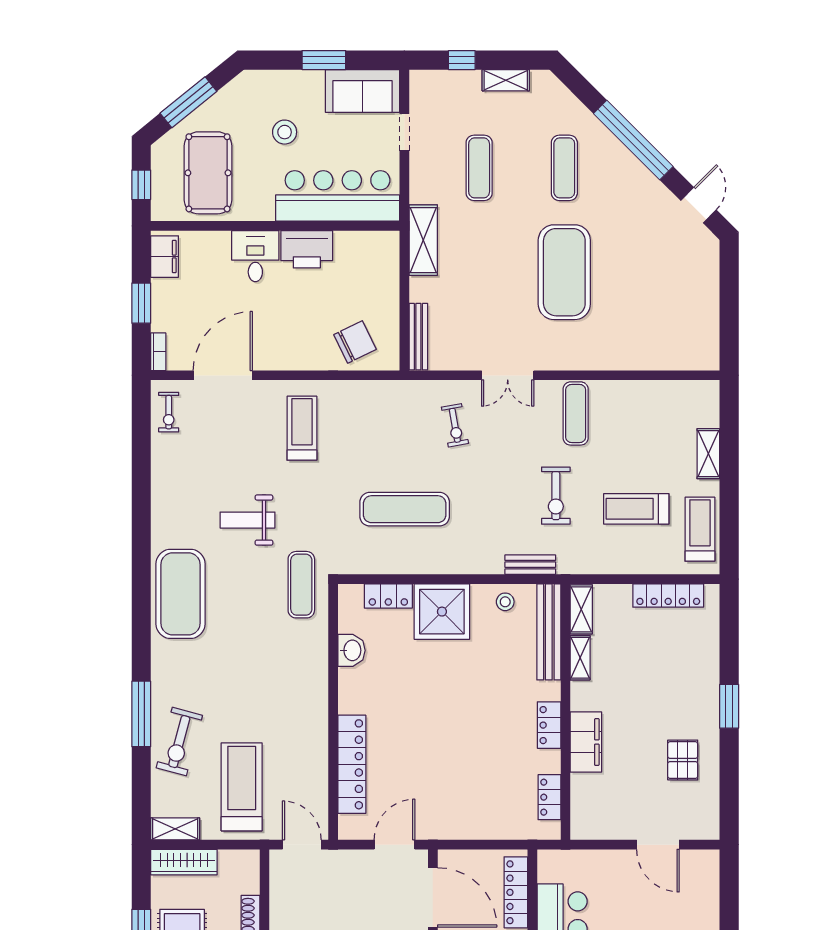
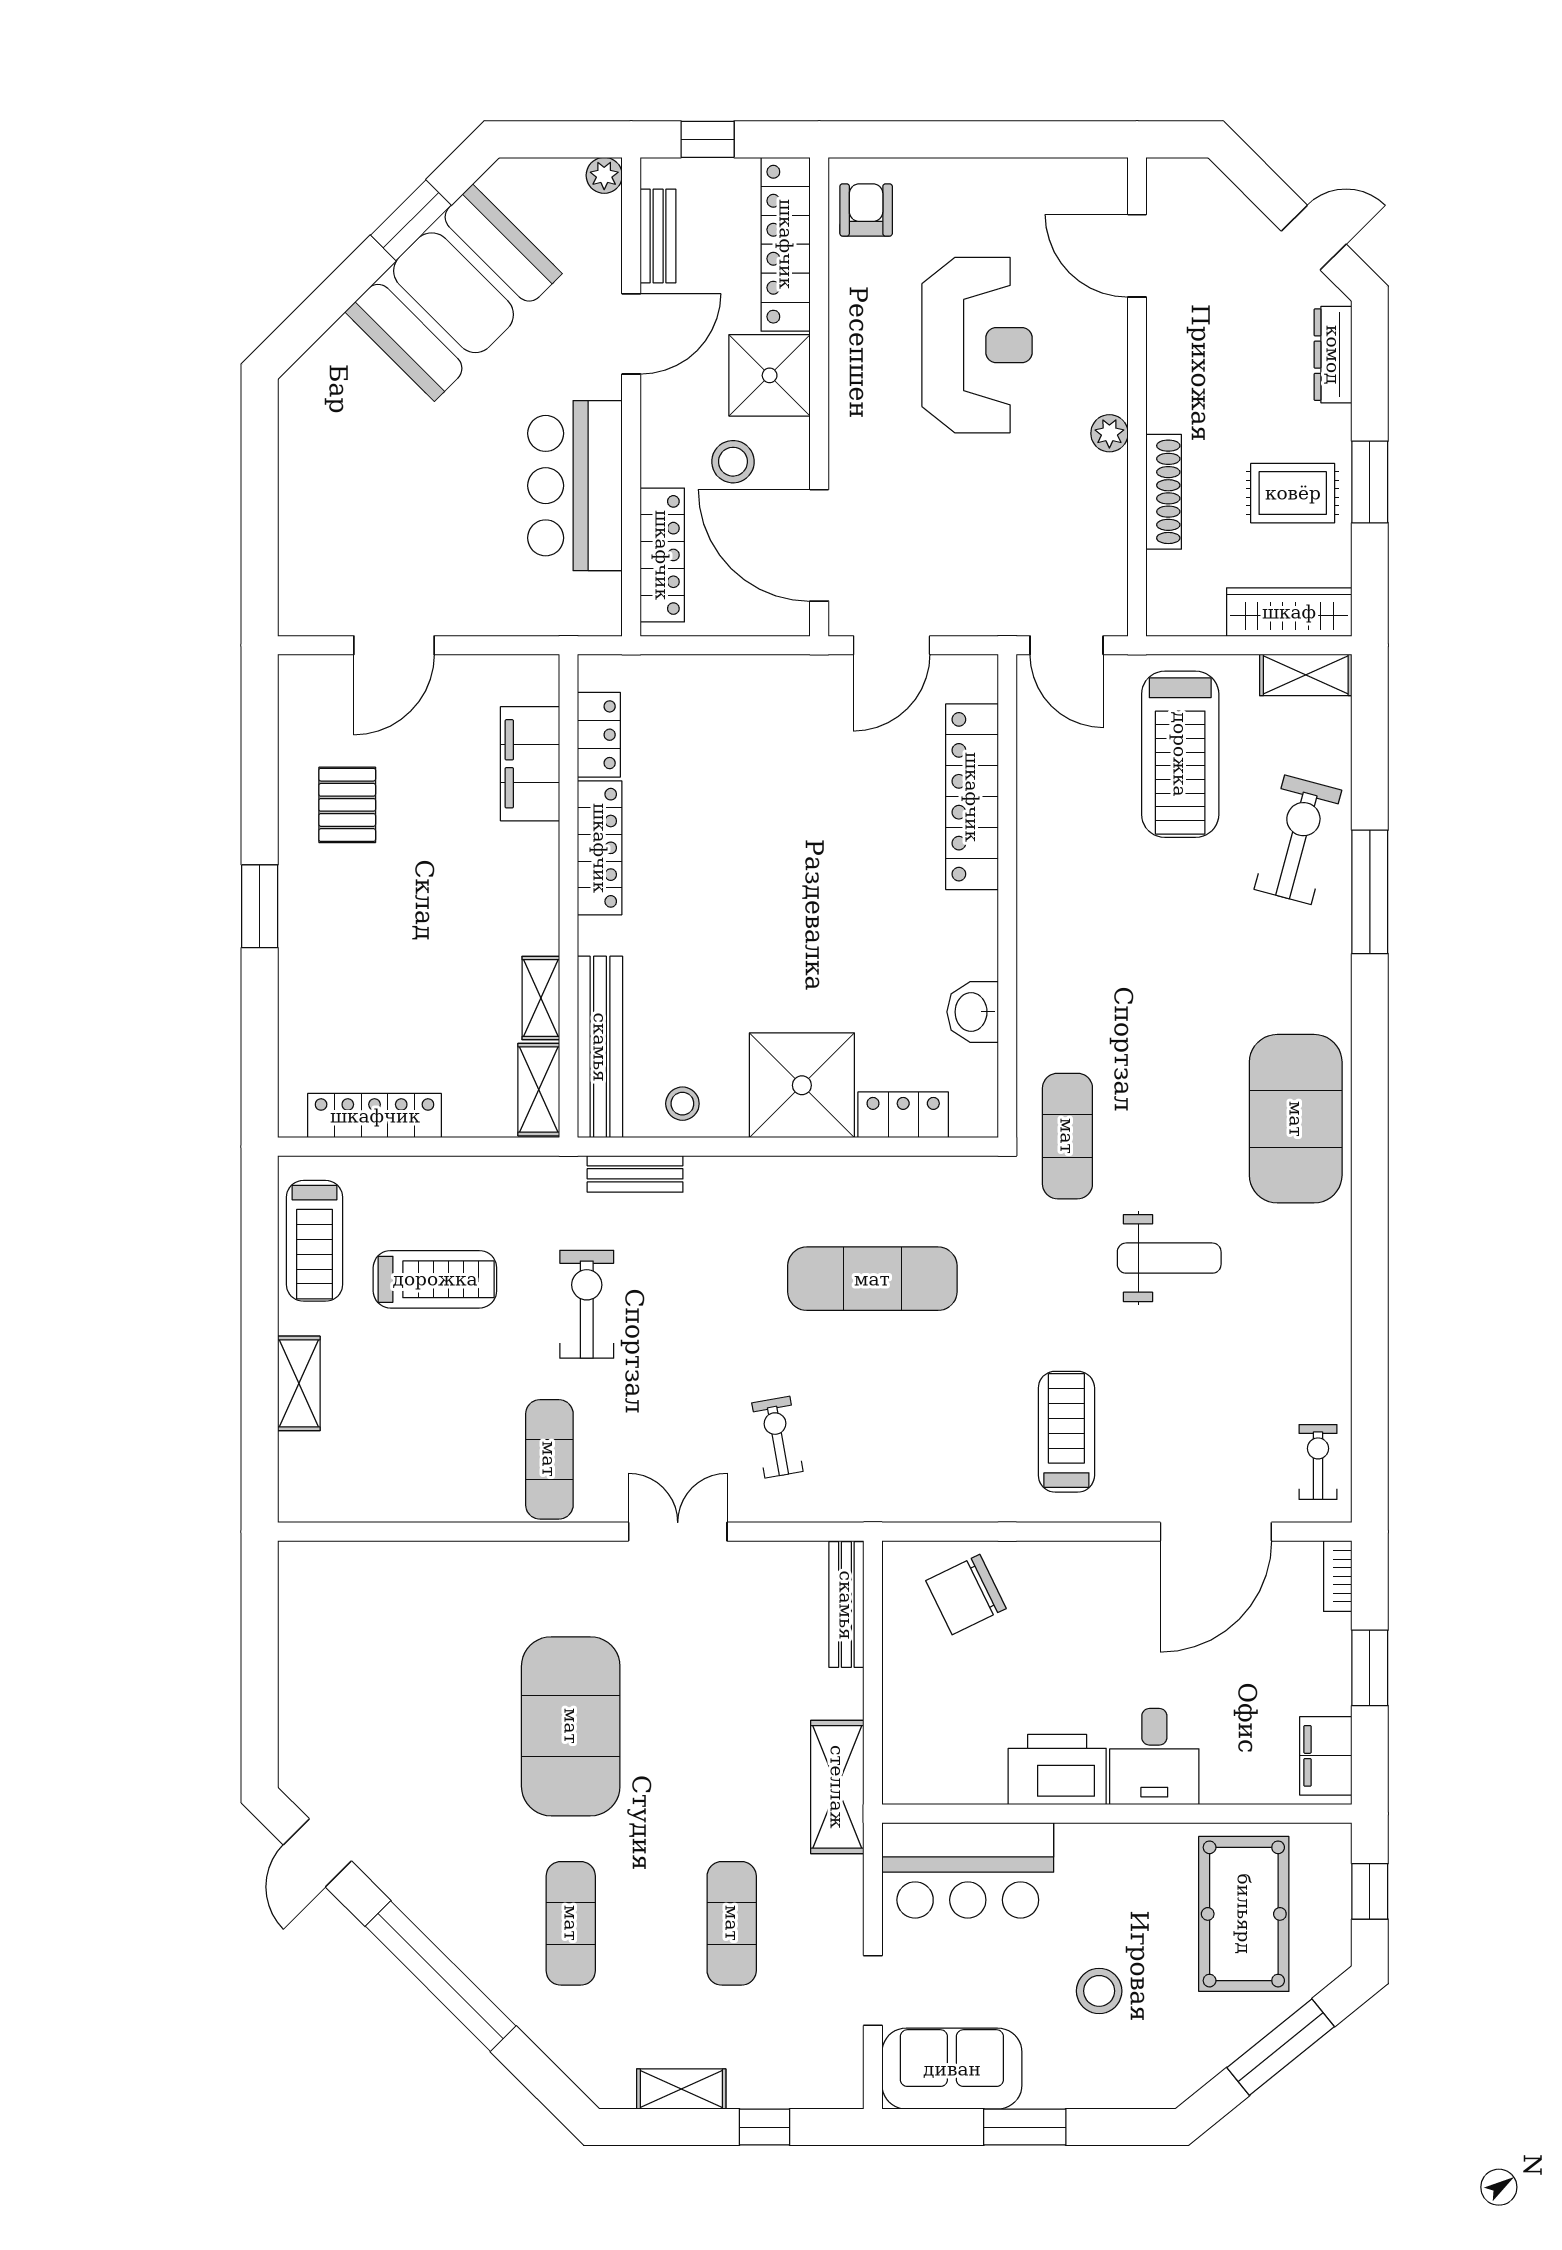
bar counter: (338, 196) -> (968, 1870), width x0.73
treadmill: (302, 428) -> (1066, 1432), turned 180
locker: (549, 725) -> (600, 848), width x1.53
filing cabinet: (586, 742) -> (530, 764), moved
door: (658, 845) -> (394, 645), swing flipped

